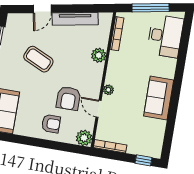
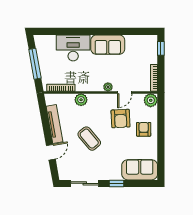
door: (42, 9) -> (51, 152), hinge flipped
desk: (165, 36) -> (73, 48), moved
coffee table: (38, 59) -> (89, 139), moved, turned -65
armchair: (68, 98) -> (121, 119), turned 87

